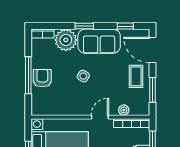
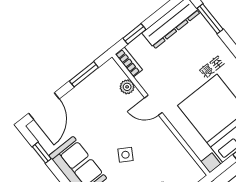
coffee table: (136, 76) -> (84, 102), removed
bookcase: (132, 123) -> (129, 62), width x0.64

